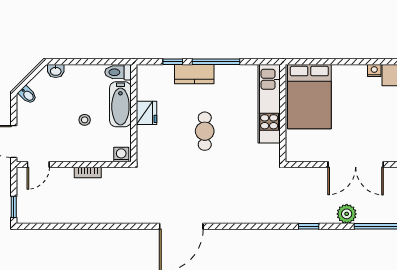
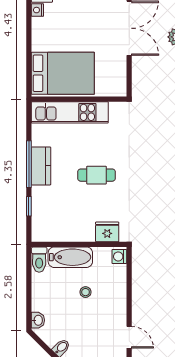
kitchen counter: (194, 74) -> (41, 166), moved
fridge: (146, 113) -> (107, 232), moved
bookcase: (88, 172) -> (137, 289), removed

